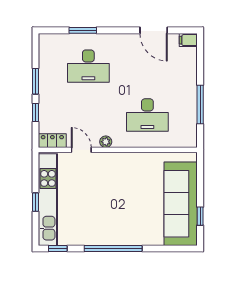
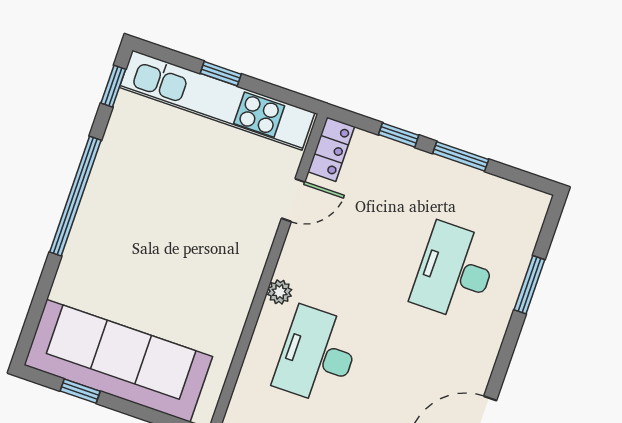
plant: (106, 142) -> (280, 292), moved

